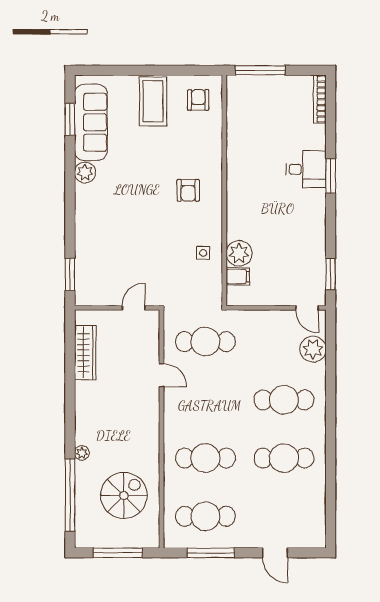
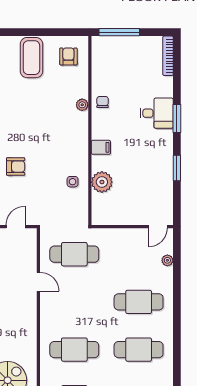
chair: (240, 156) -> (103, 102), added
plant: (215, 159) -> (82, 105), added
armchair: (188, 190) -> (16, 167), moved, turned -90
window: (331, 274) -> (177, 168), moved
filing cabinet: (238, 276) -> (101, 147), moved
door: (307, 308) -> (158, 227), hinge flipped
plant: (313, 349) -> (167, 260), width x0.53, depth x0.53

